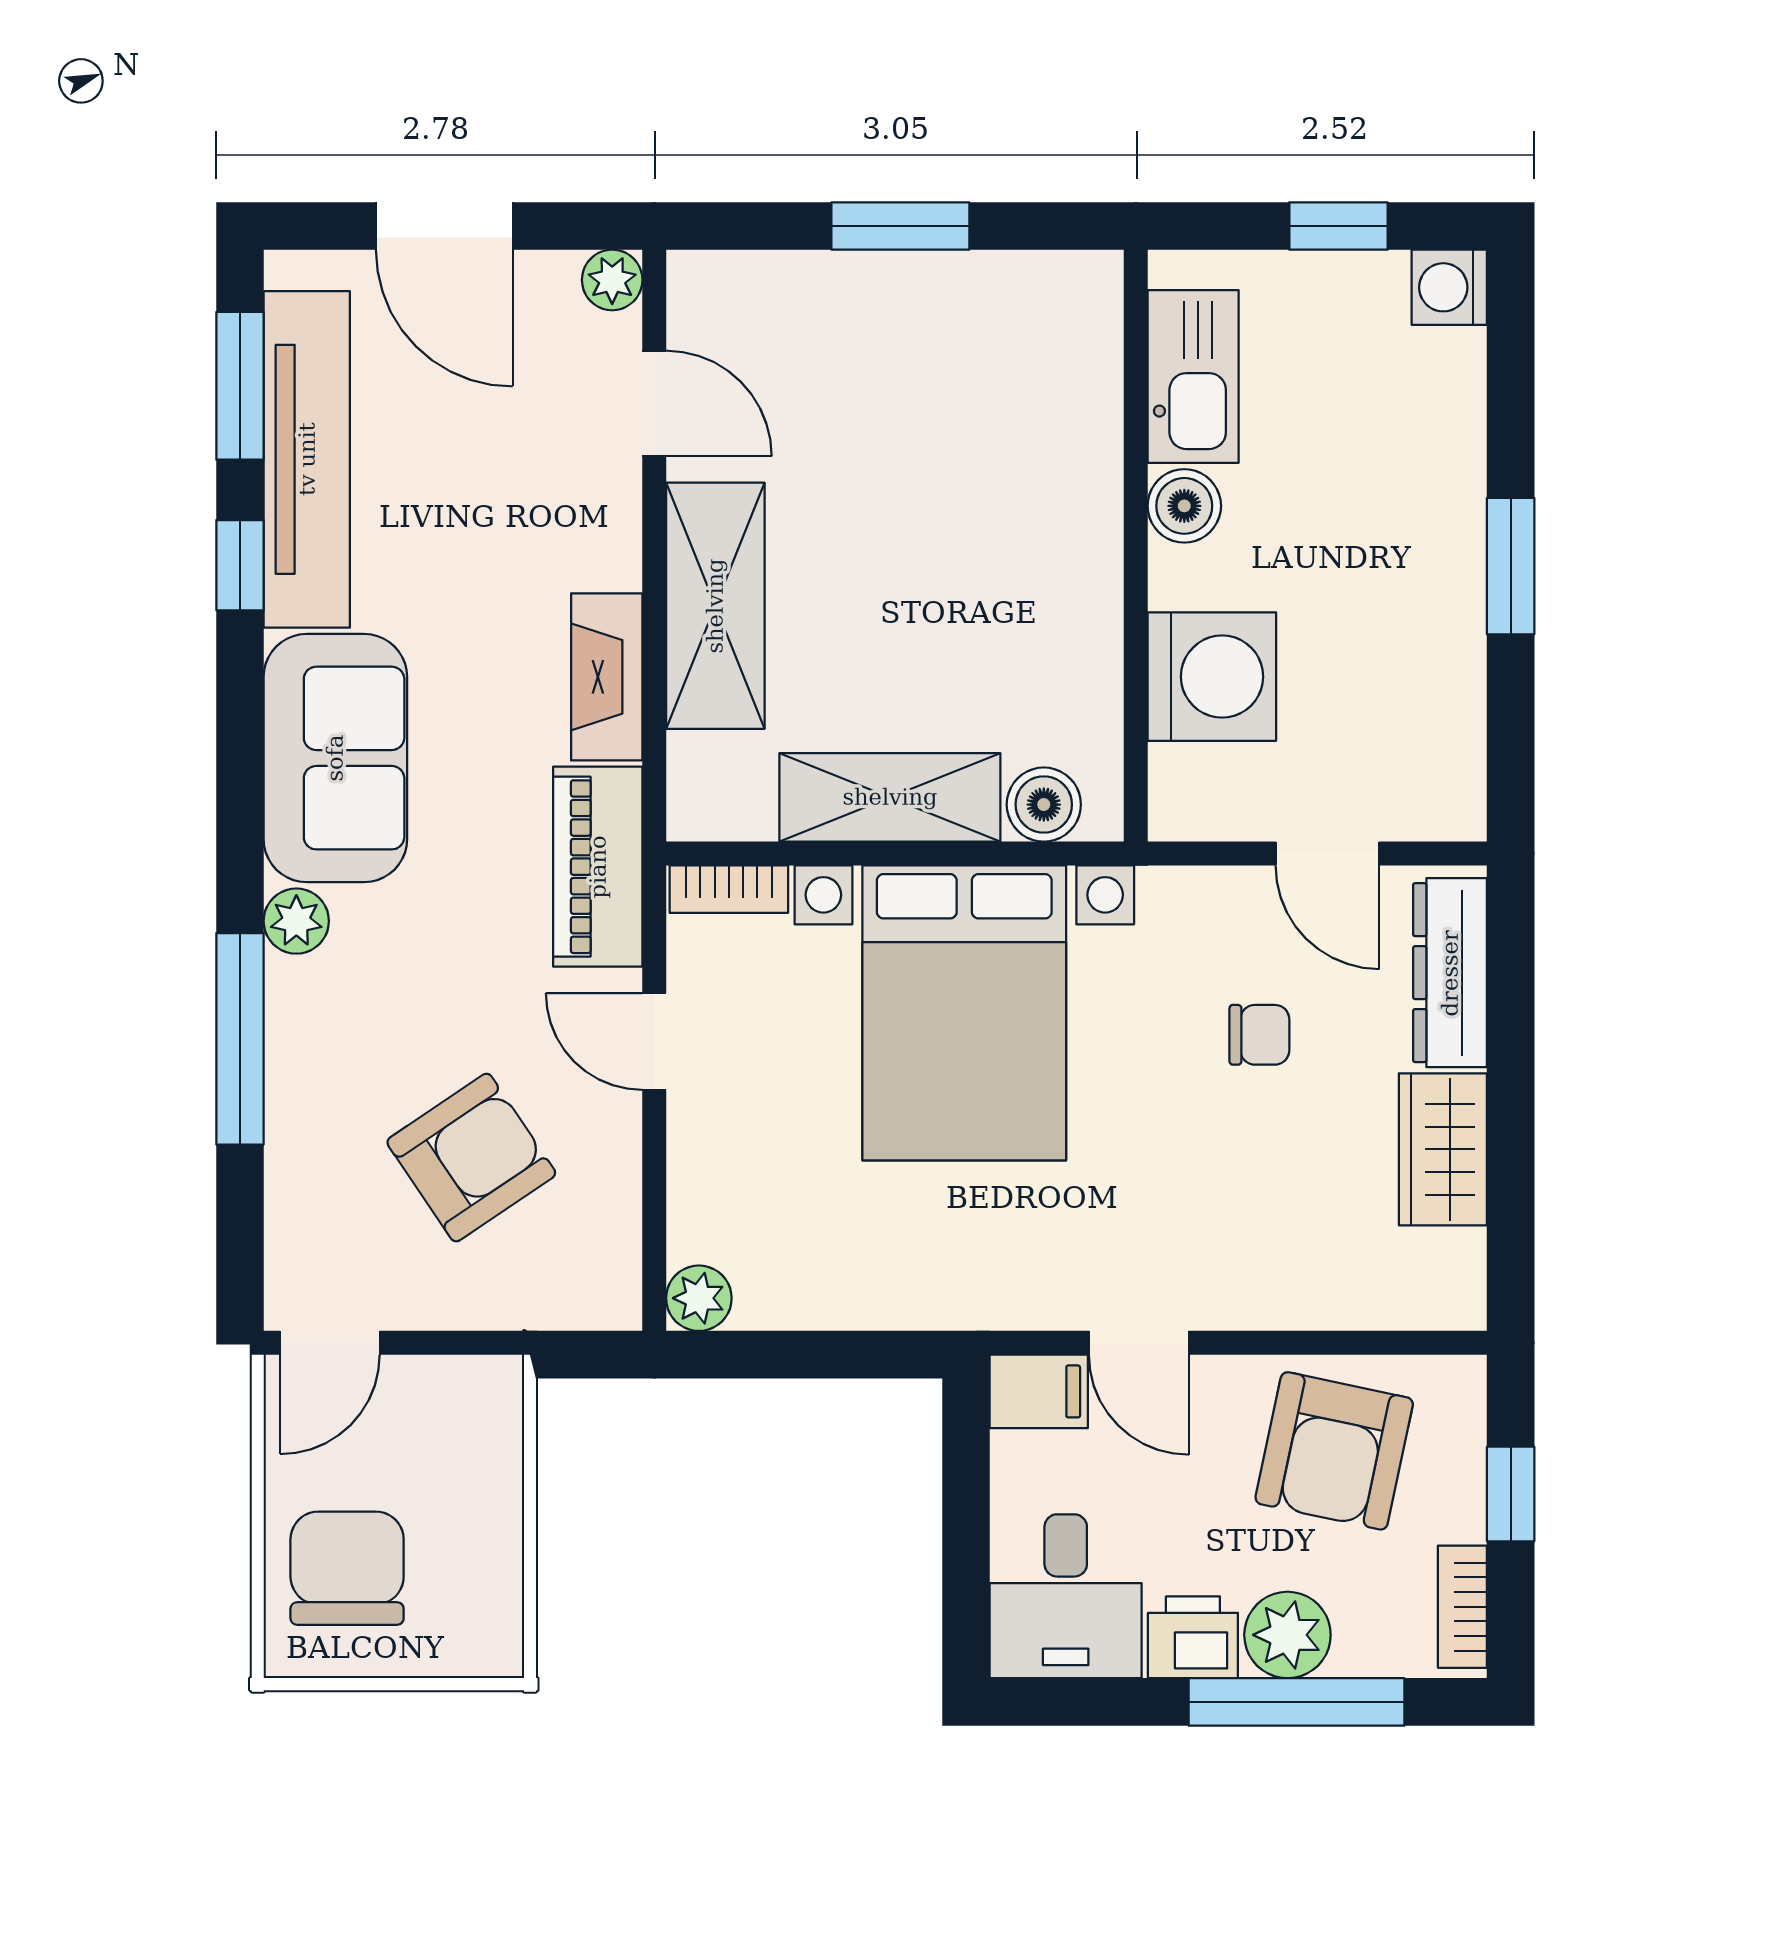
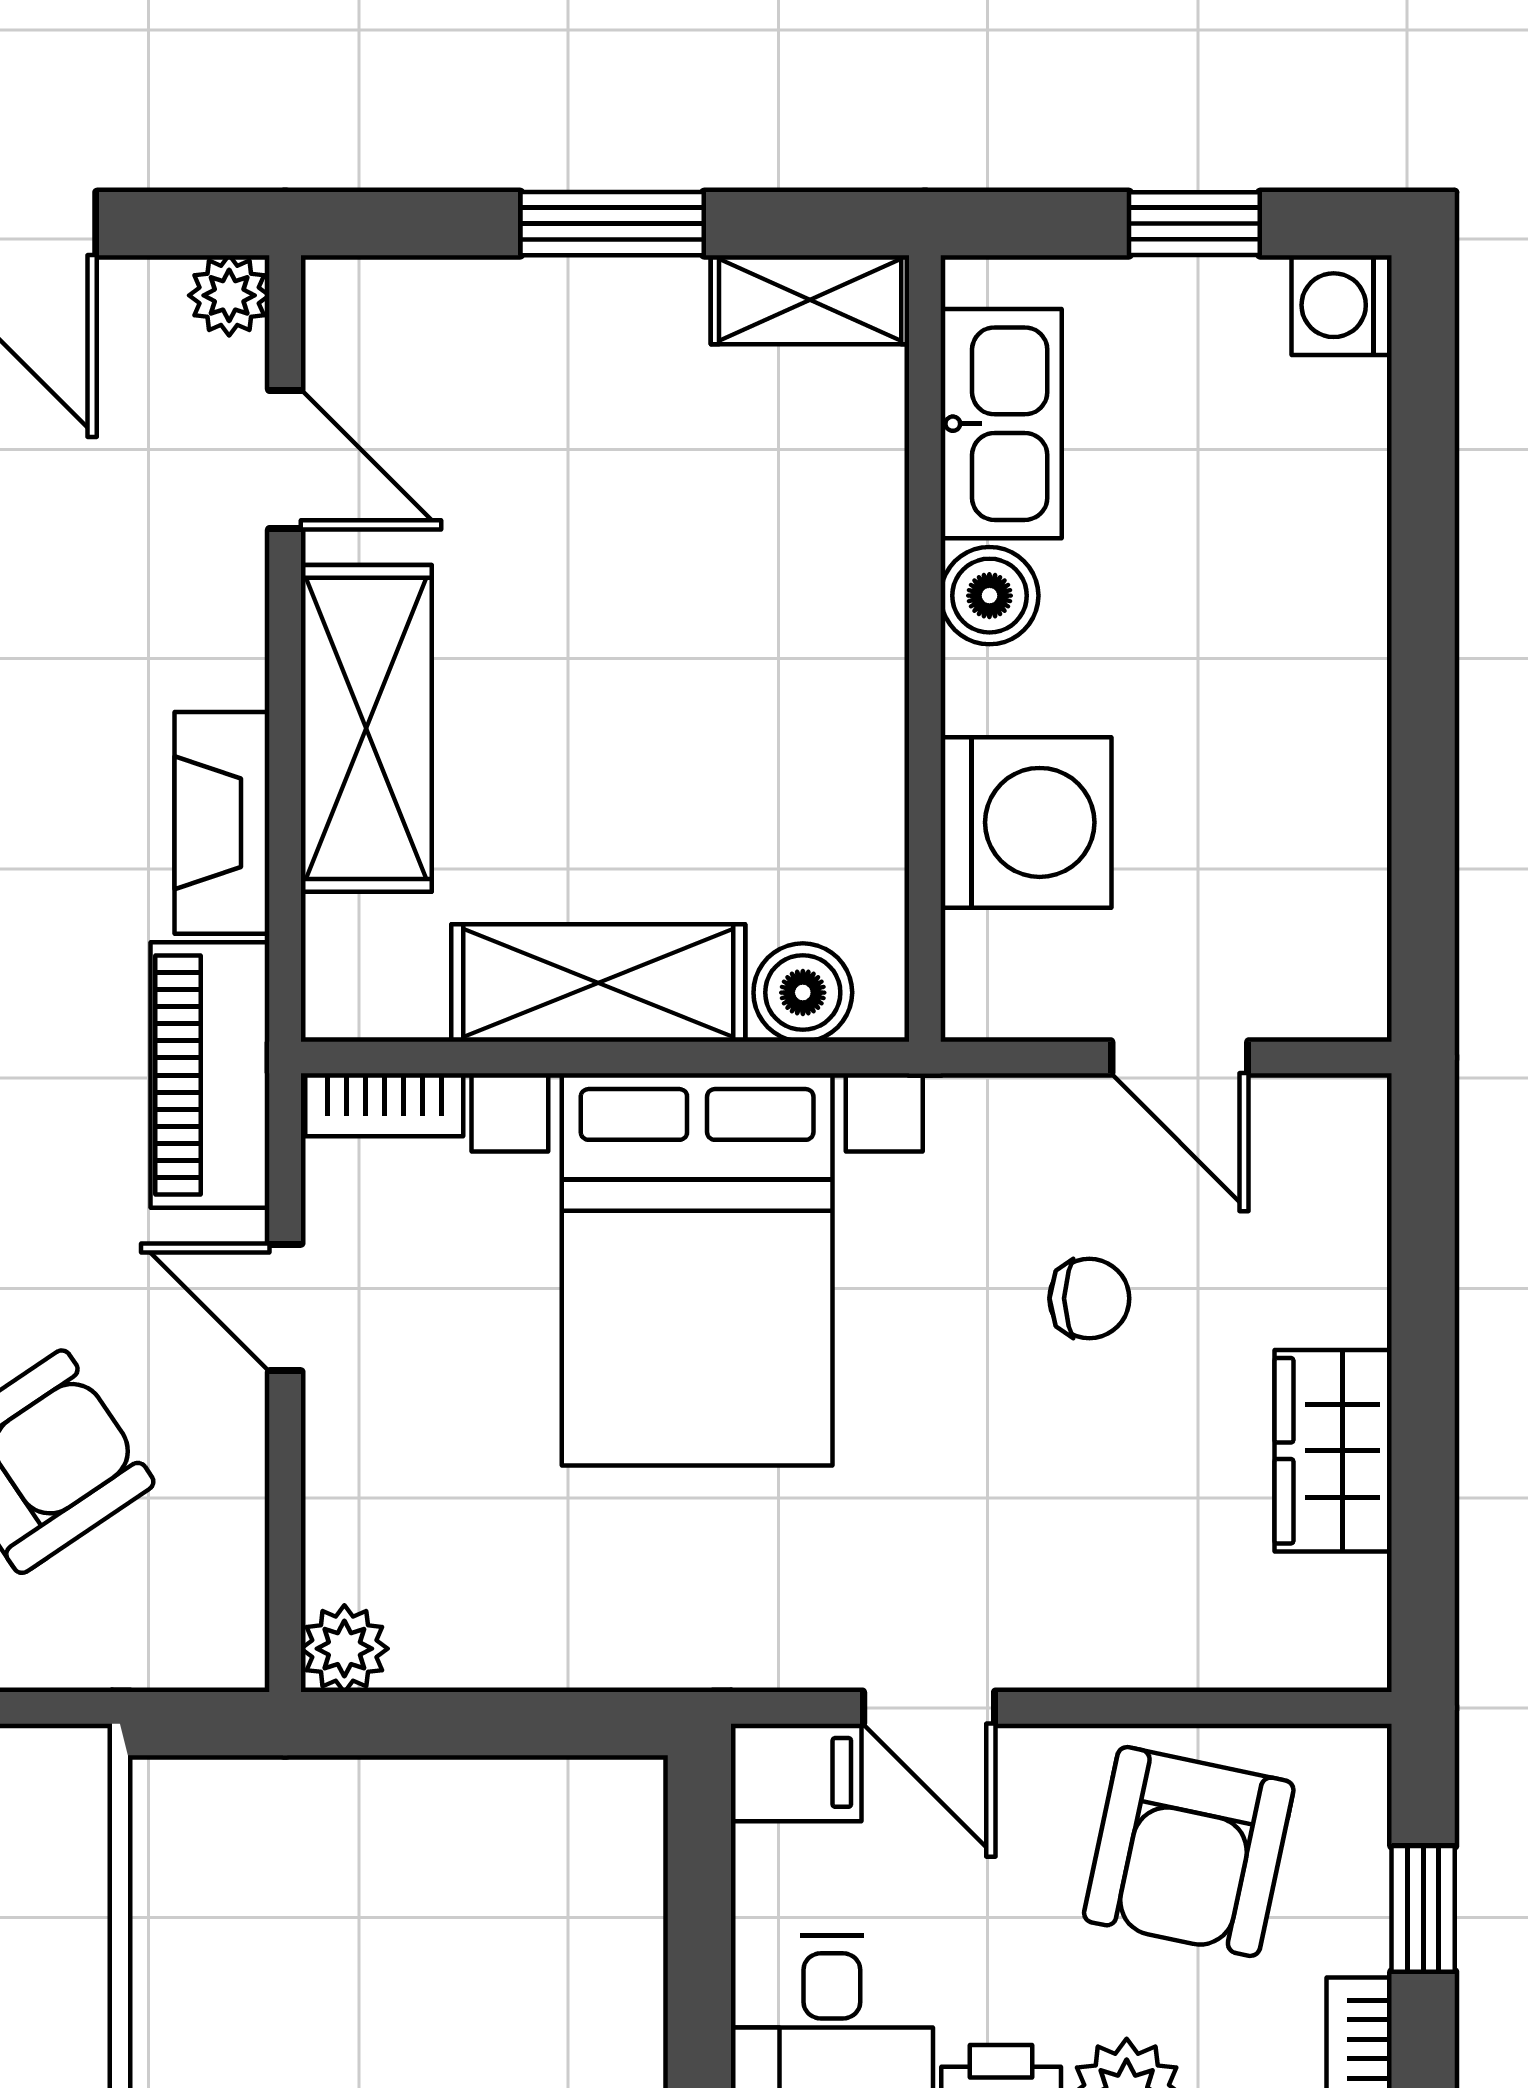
shelving: (1049, 283) -> (810, 300), added
window: (1511, 566) -> (1423, 676), removed
dresser: (1450, 973) -> (1343, 1216), removed

